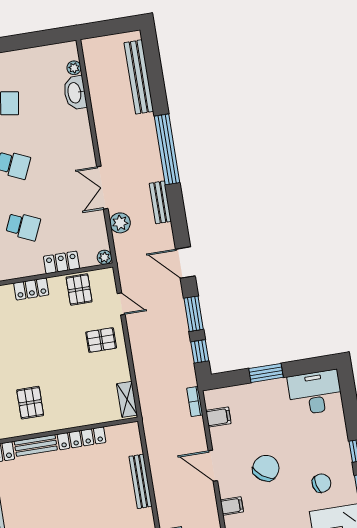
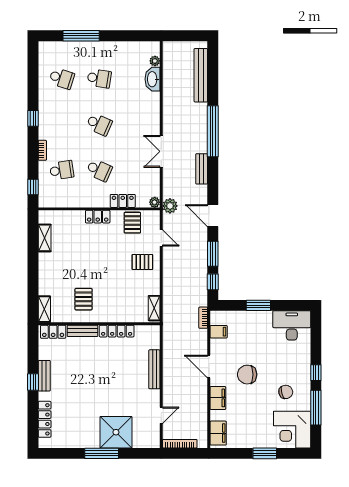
plant: (120, 223) -> (170, 206), moved
chair: (266, 468) -> (247, 375), turned -126
filing cabinet: (232, 506) -> (218, 398), width x2.00

